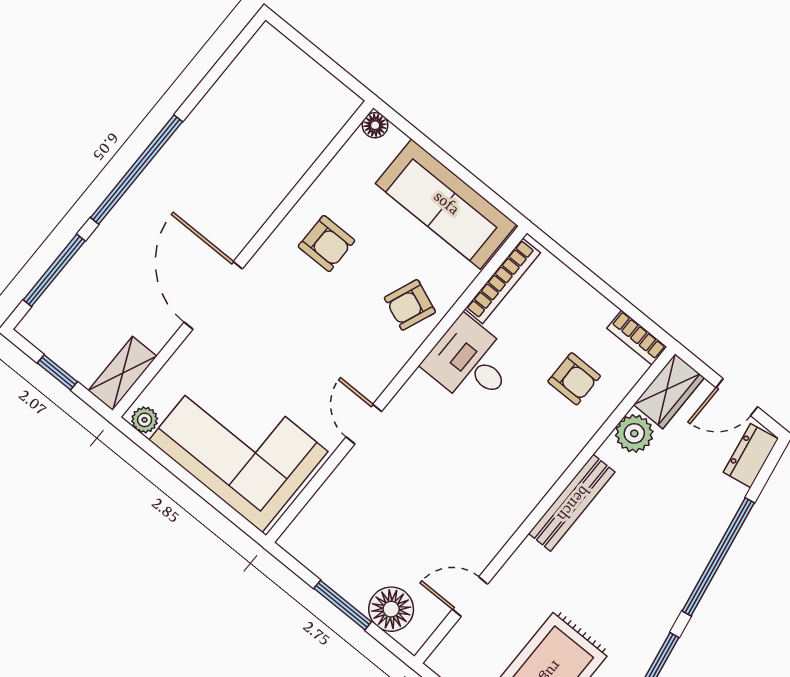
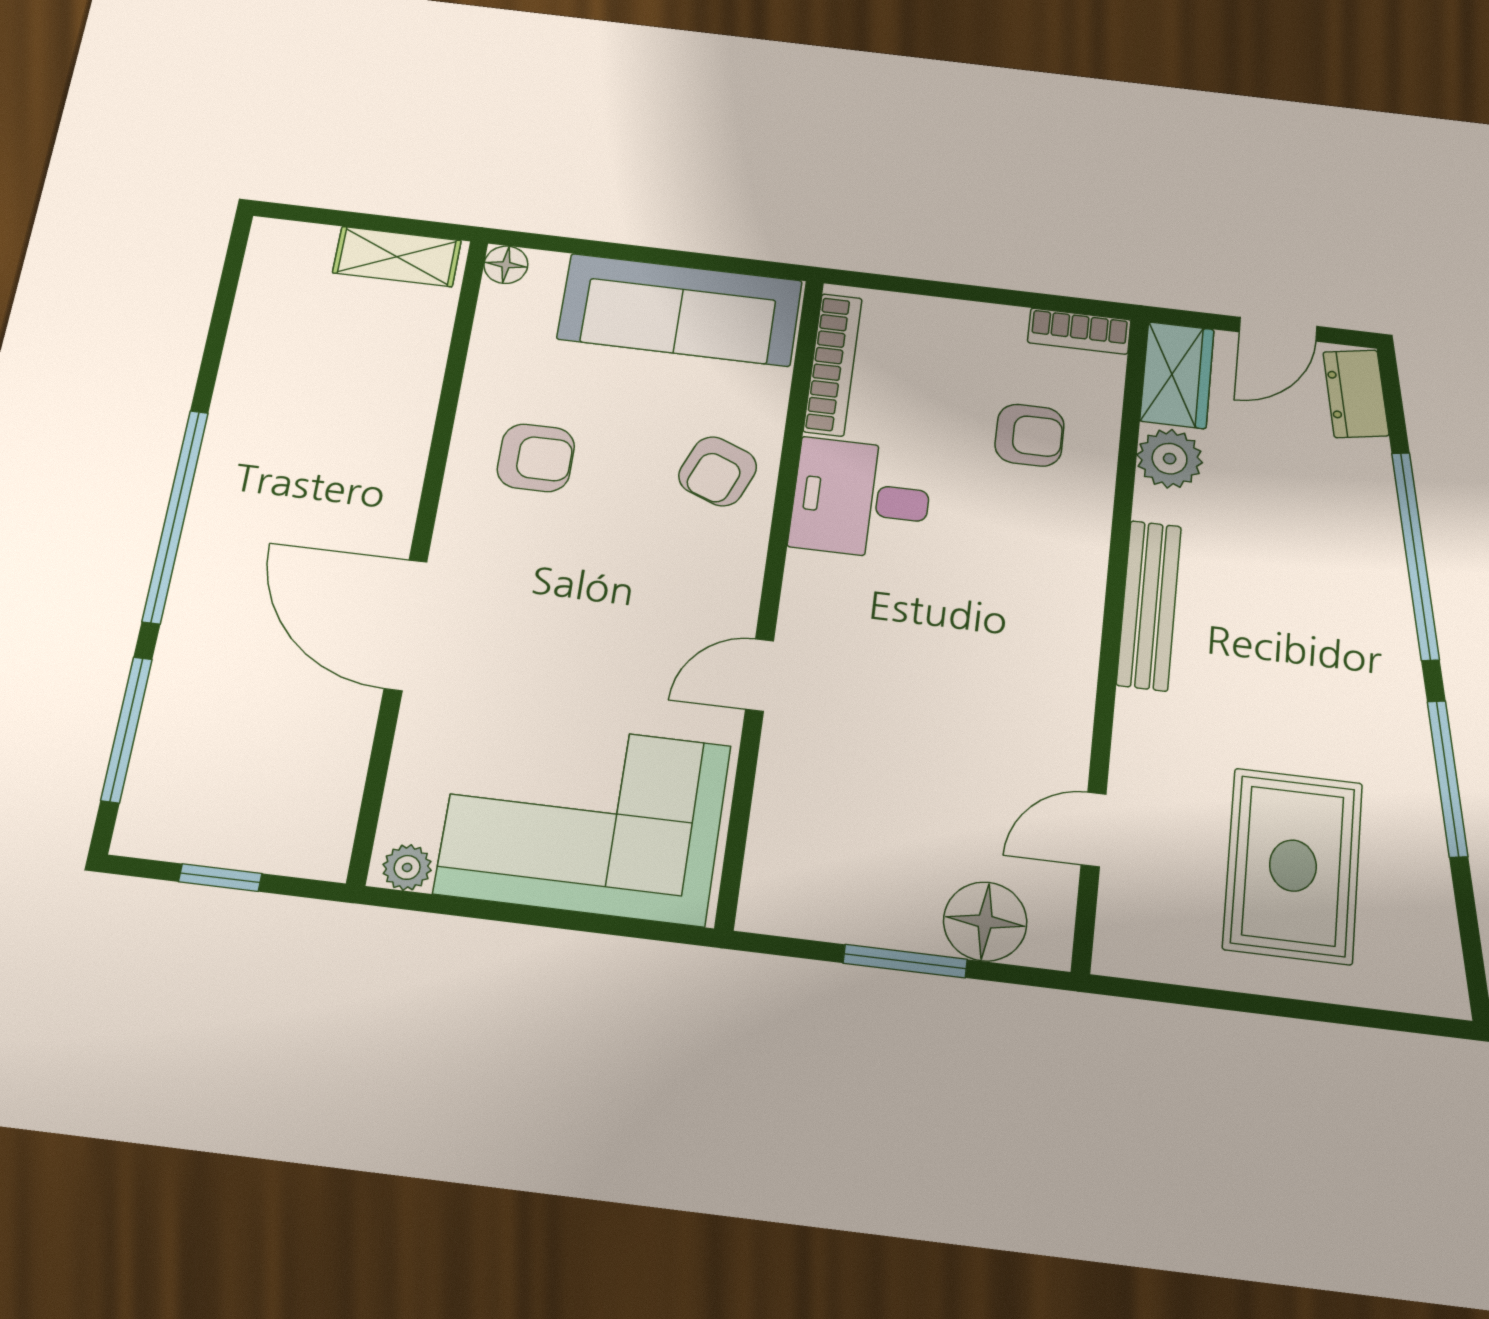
shelving: (122, 373) -> (397, 257), moved, turned 90
door: (364, 424) -> (760, 675), hinge flipped

